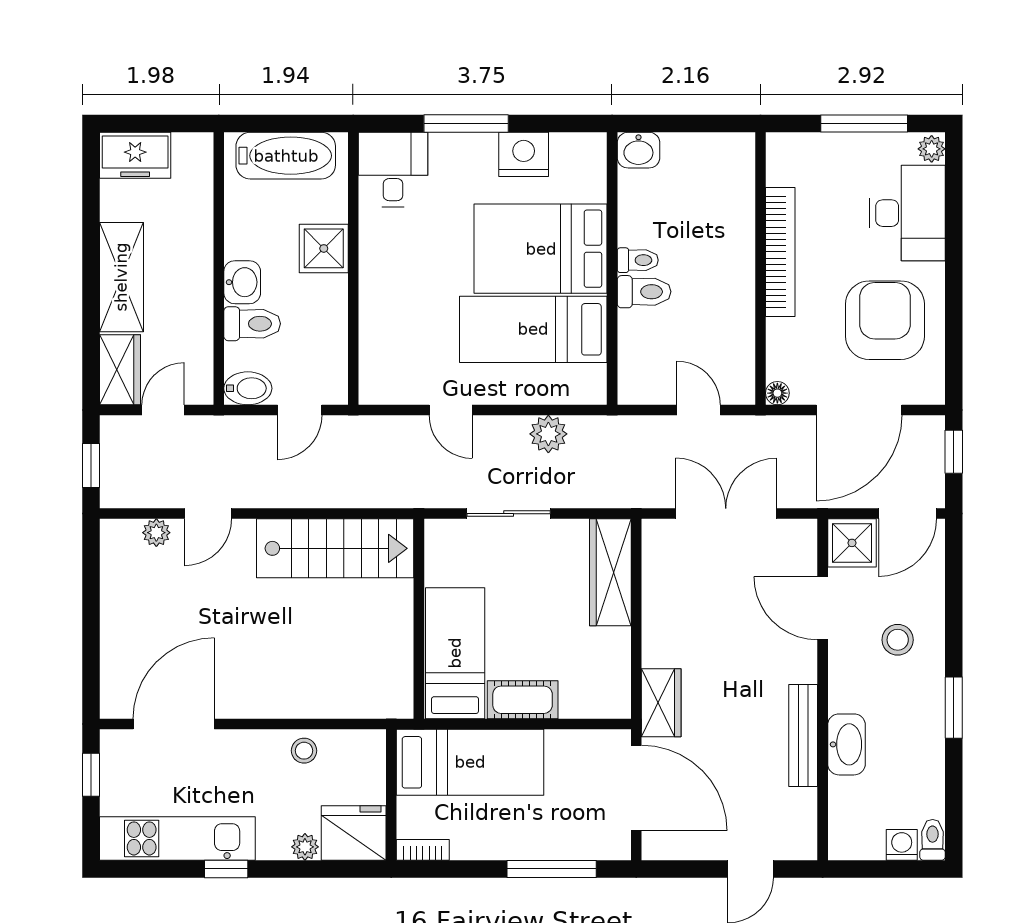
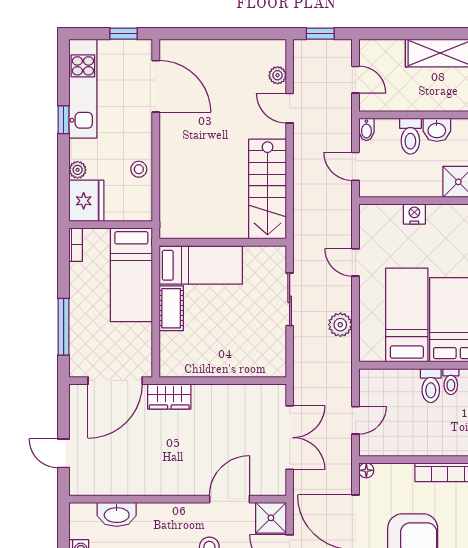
nightstand: (374, 318) -> (414, 214), added
wardrobe: (120, 370) -> (381, 52), removed
bidet: (248, 388) -> (366, 129), width x0.72, depth x0.74
door: (451, 410) -> (356, 262), hinge flipped
wardrobe: (610, 572) -> (252, 364), removed
bench: (803, 735) -> (148, 487), removed
washbasin: (846, 744) -> (117, 514), moved

